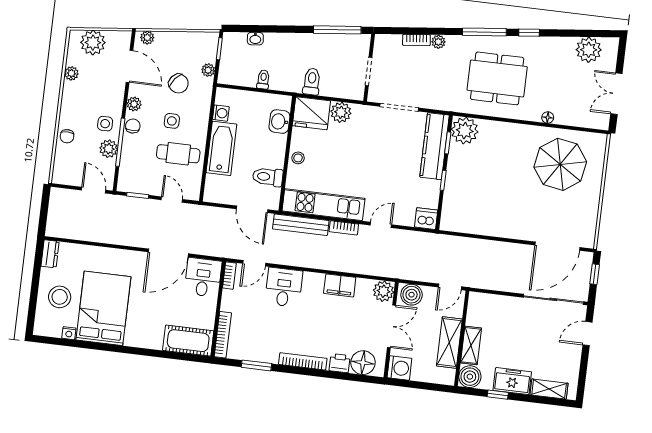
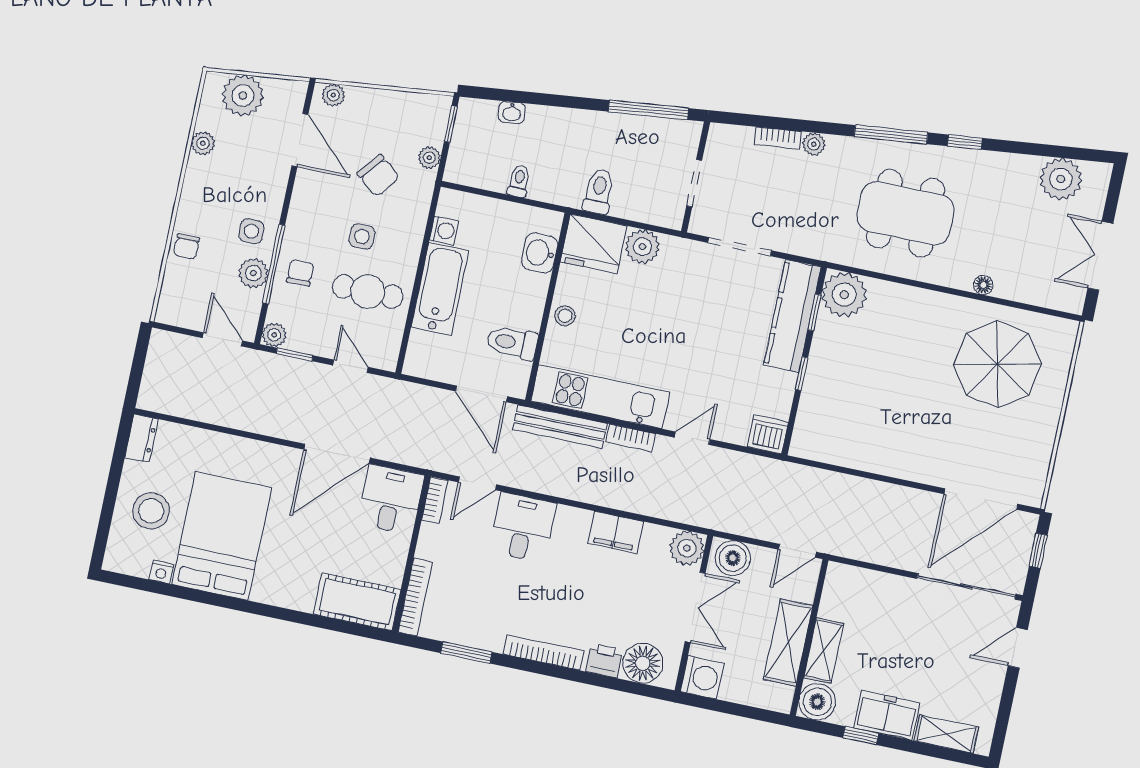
plant: (134, 104) -> (274, 335), moved
chair: (133, 126) -> (300, 273), moved

